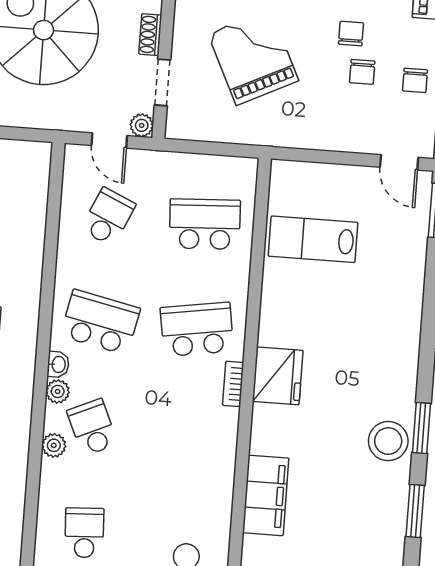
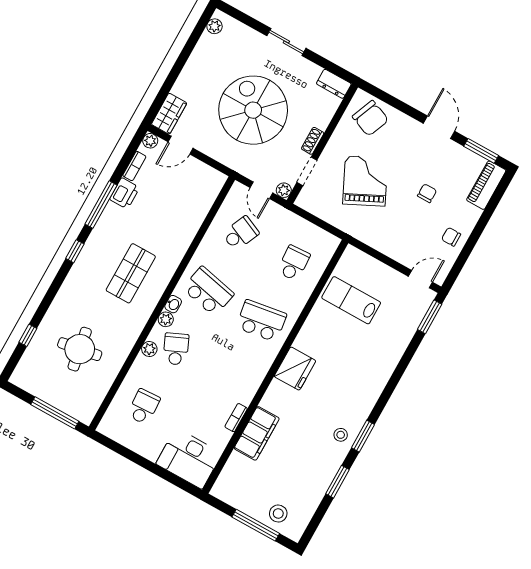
chair: (362, 72) -> (423, 218), removed
chair: (415, 80) -> (451, 237), turned 90
door: (399, 162) -> (420, 279), swing flipped
school desk: (205, 224) -> (294, 263), width x0.54
bookcase: (233, 384) -> (236, 418), moved
stool: (388, 441) -> (341, 435), width x0.53, depth x0.53

